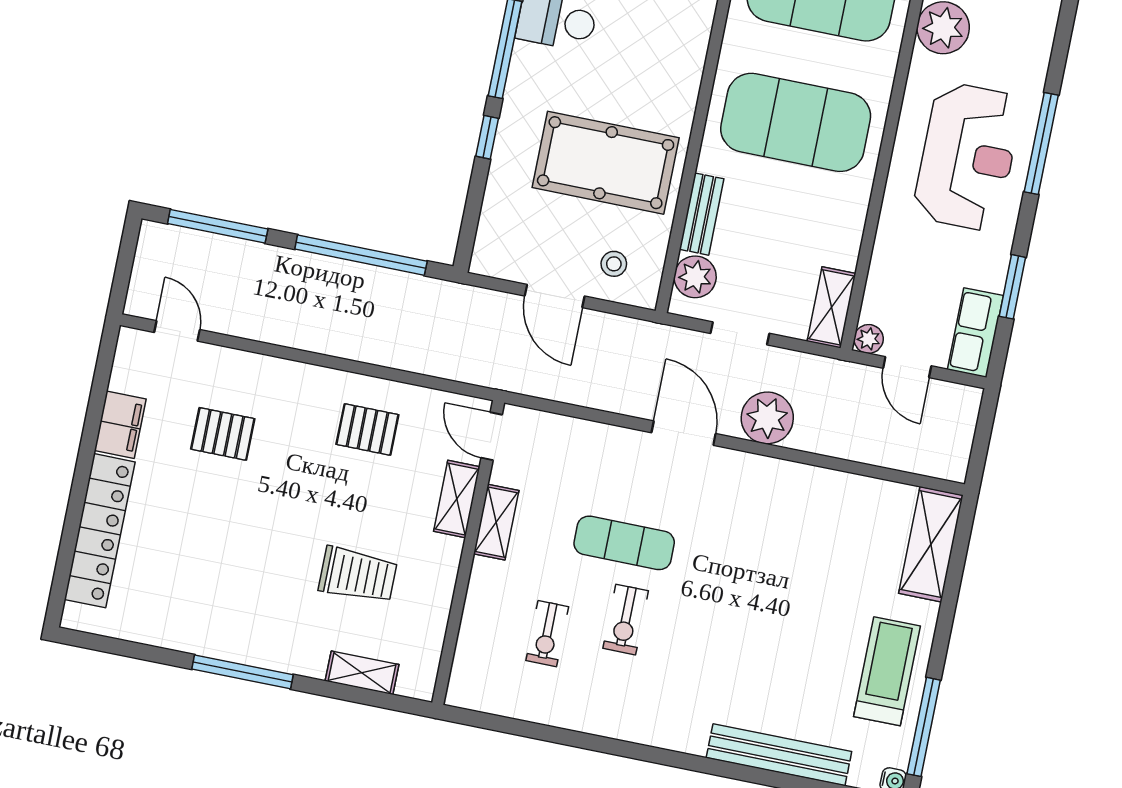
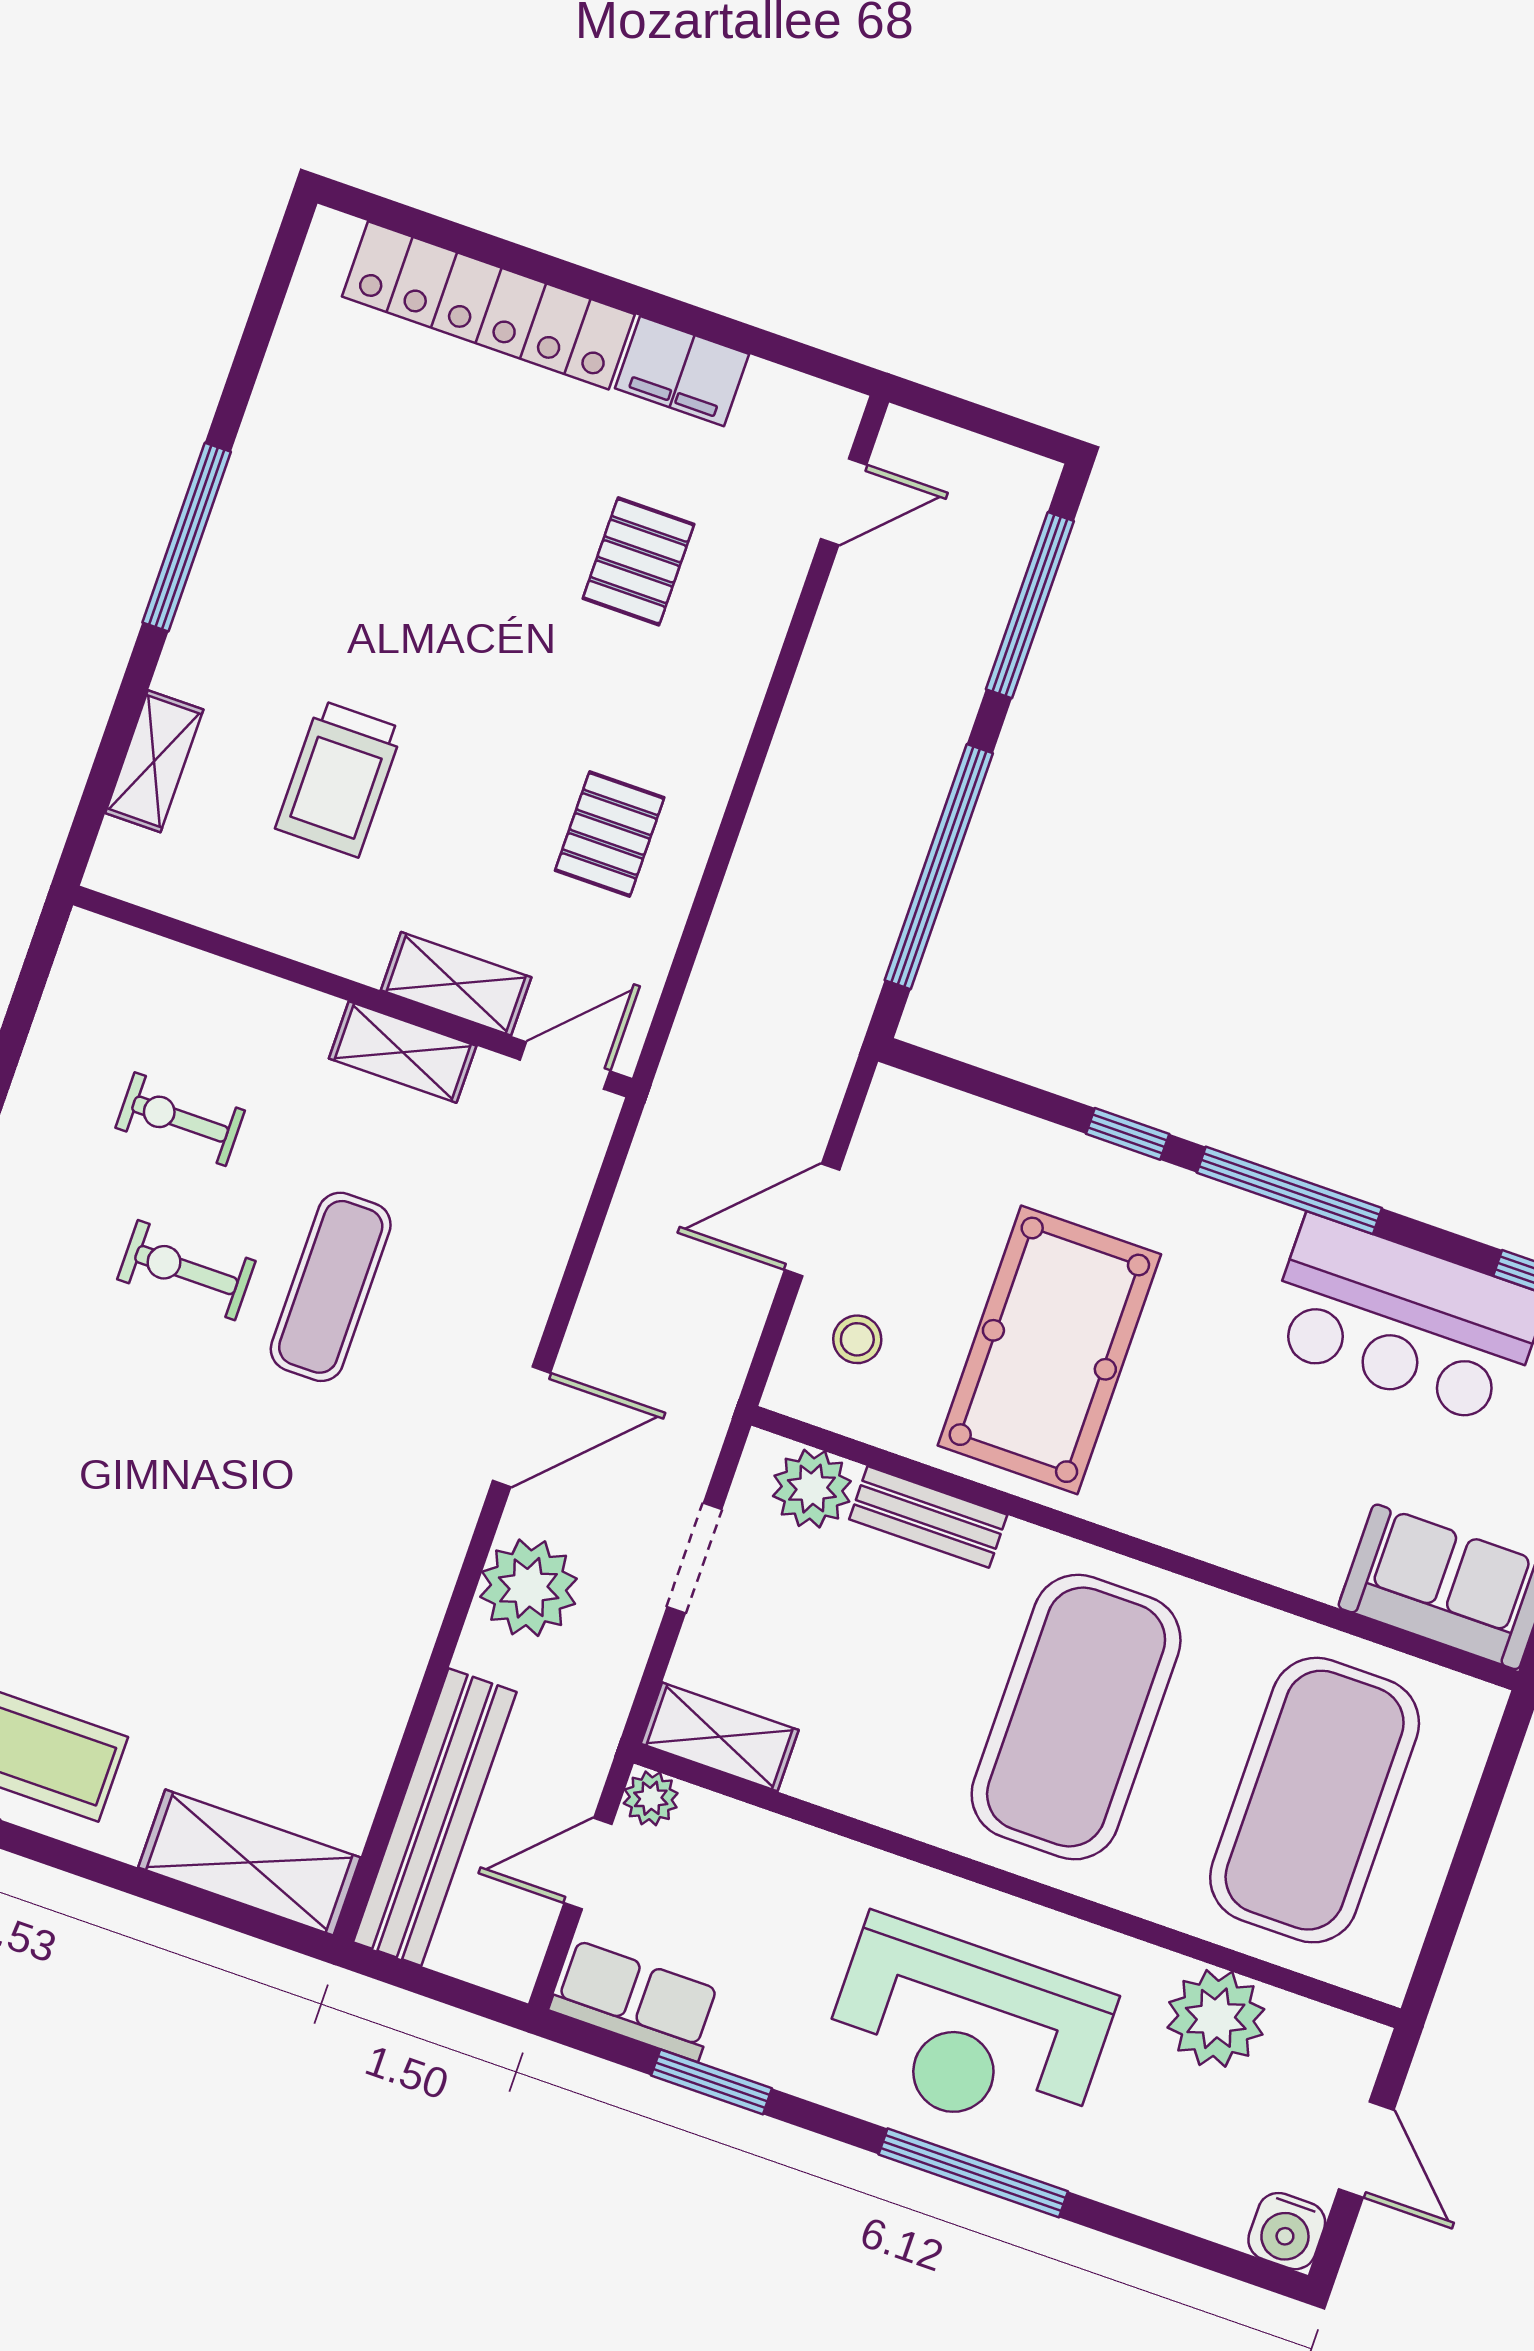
bench: (894, 451) -> (435, 1817), added

